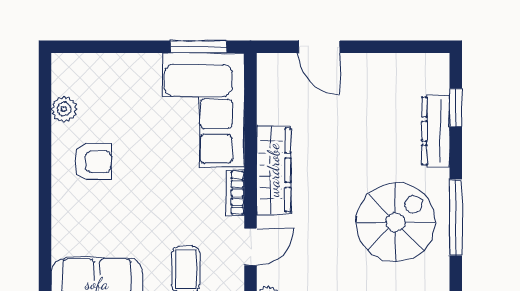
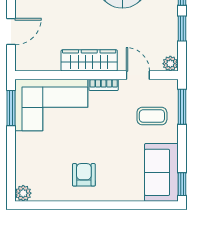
plant: (64, 109) -> (23, 193), moved

